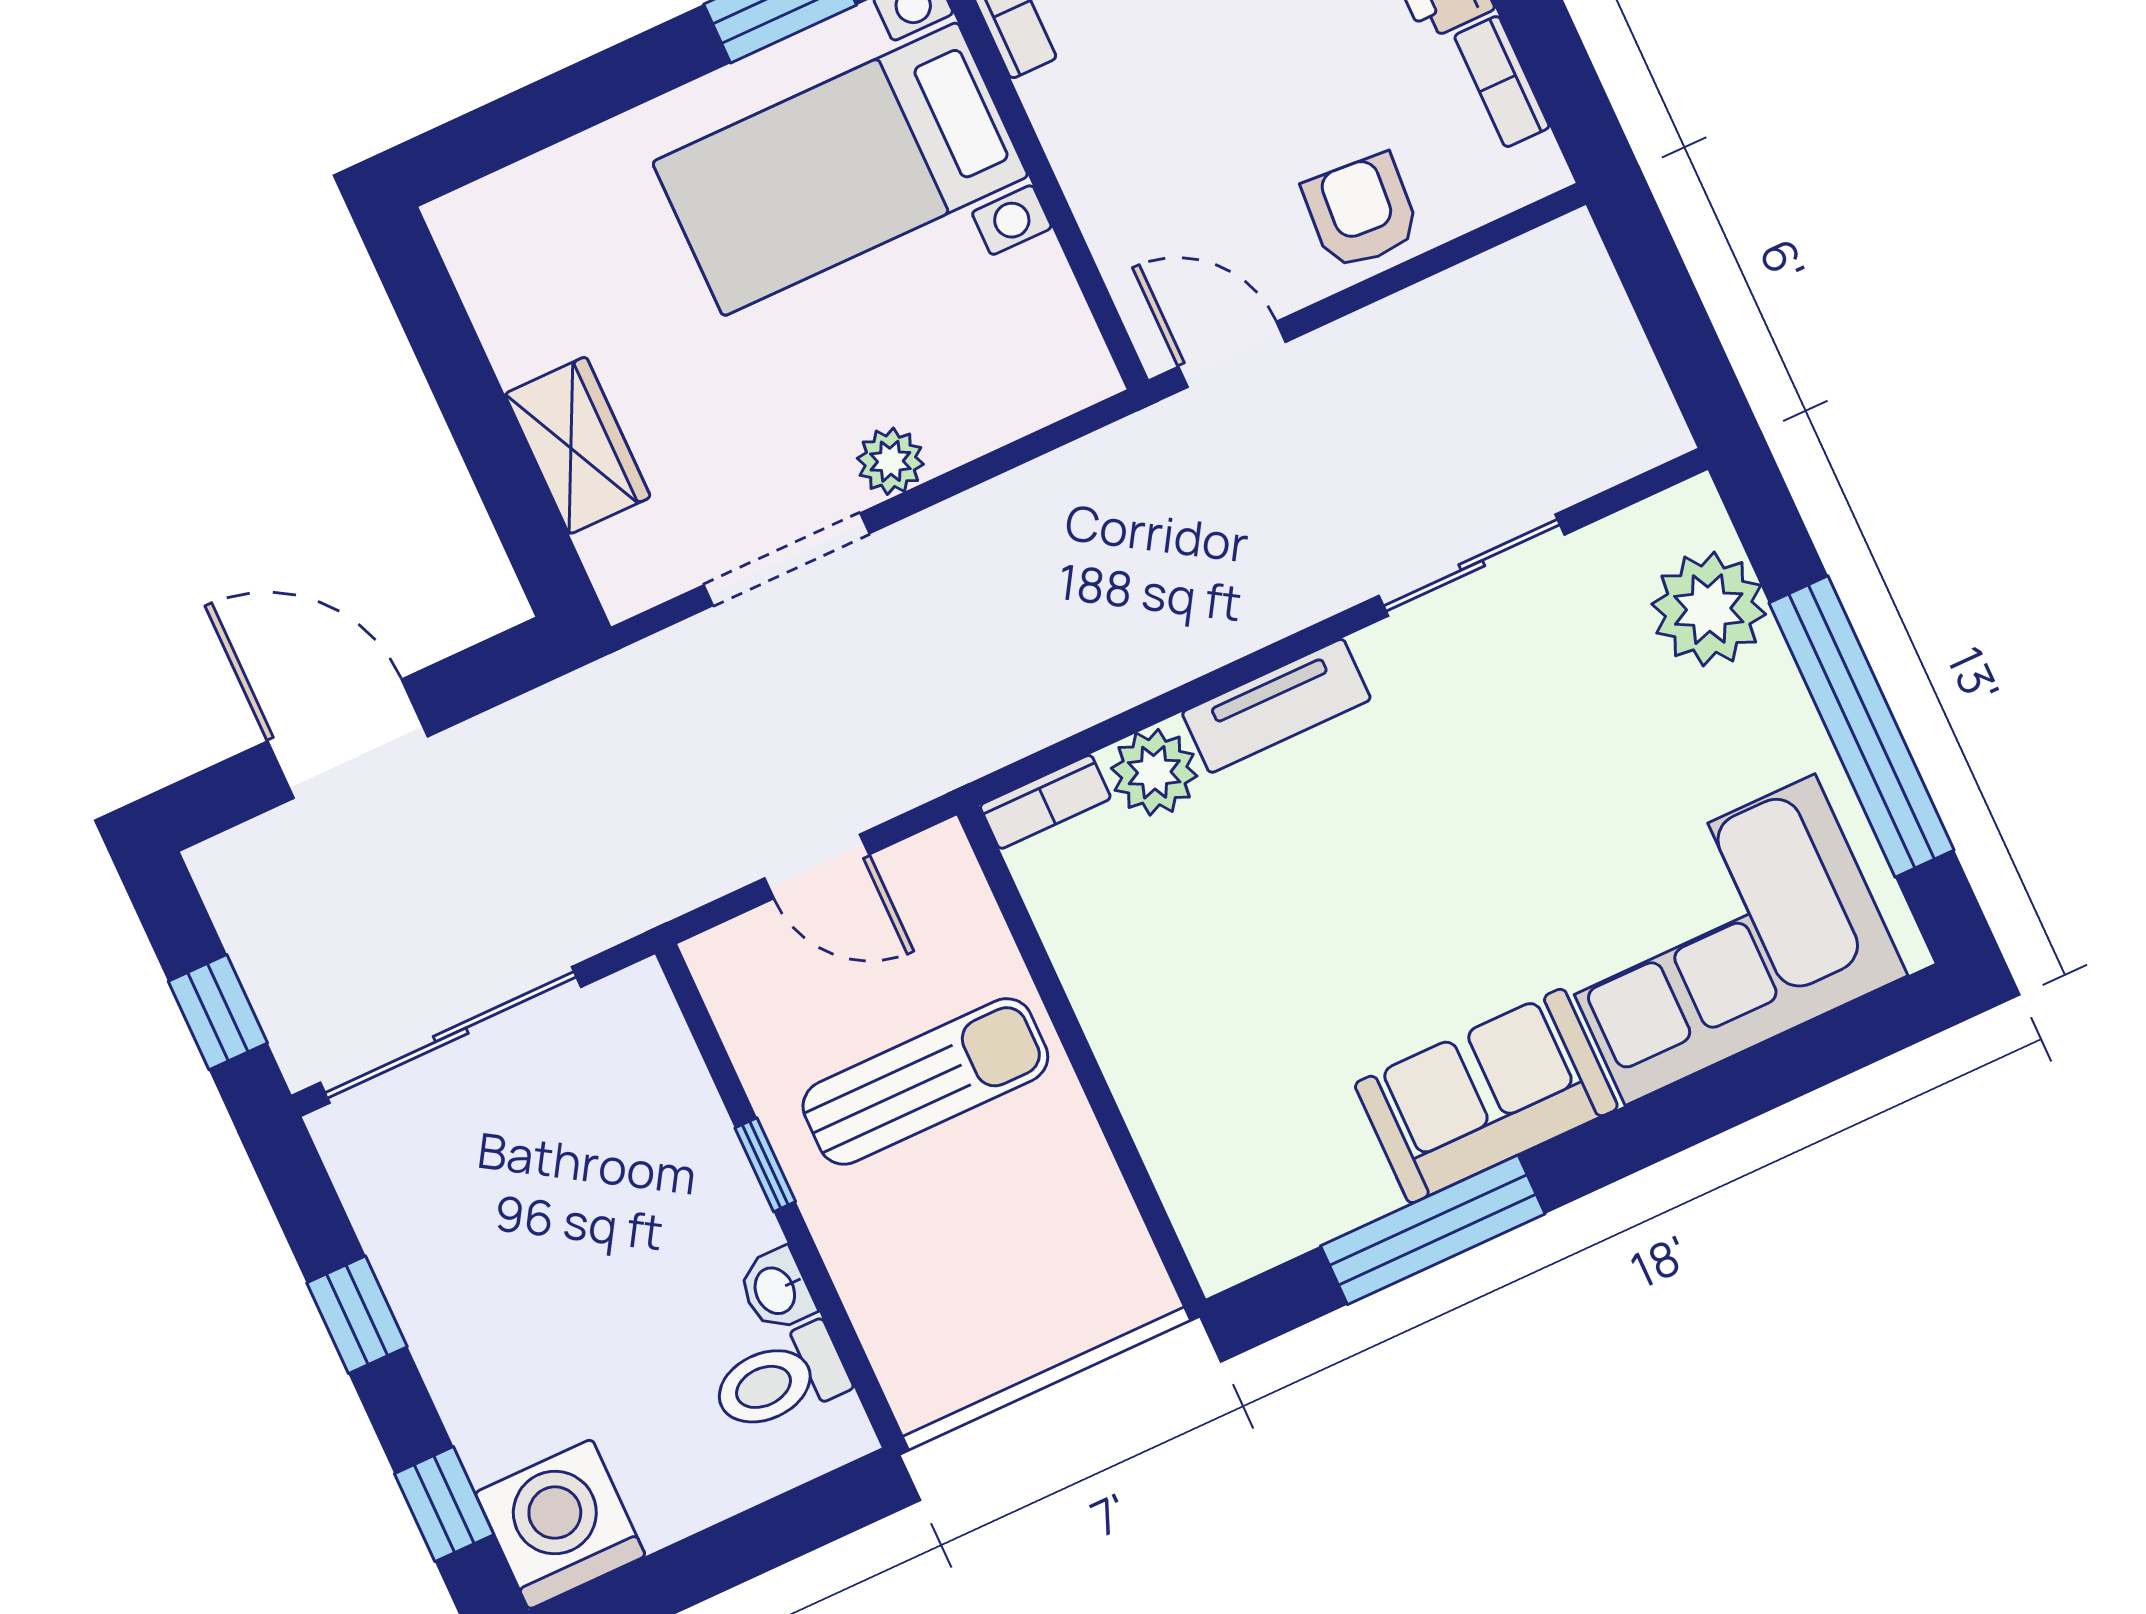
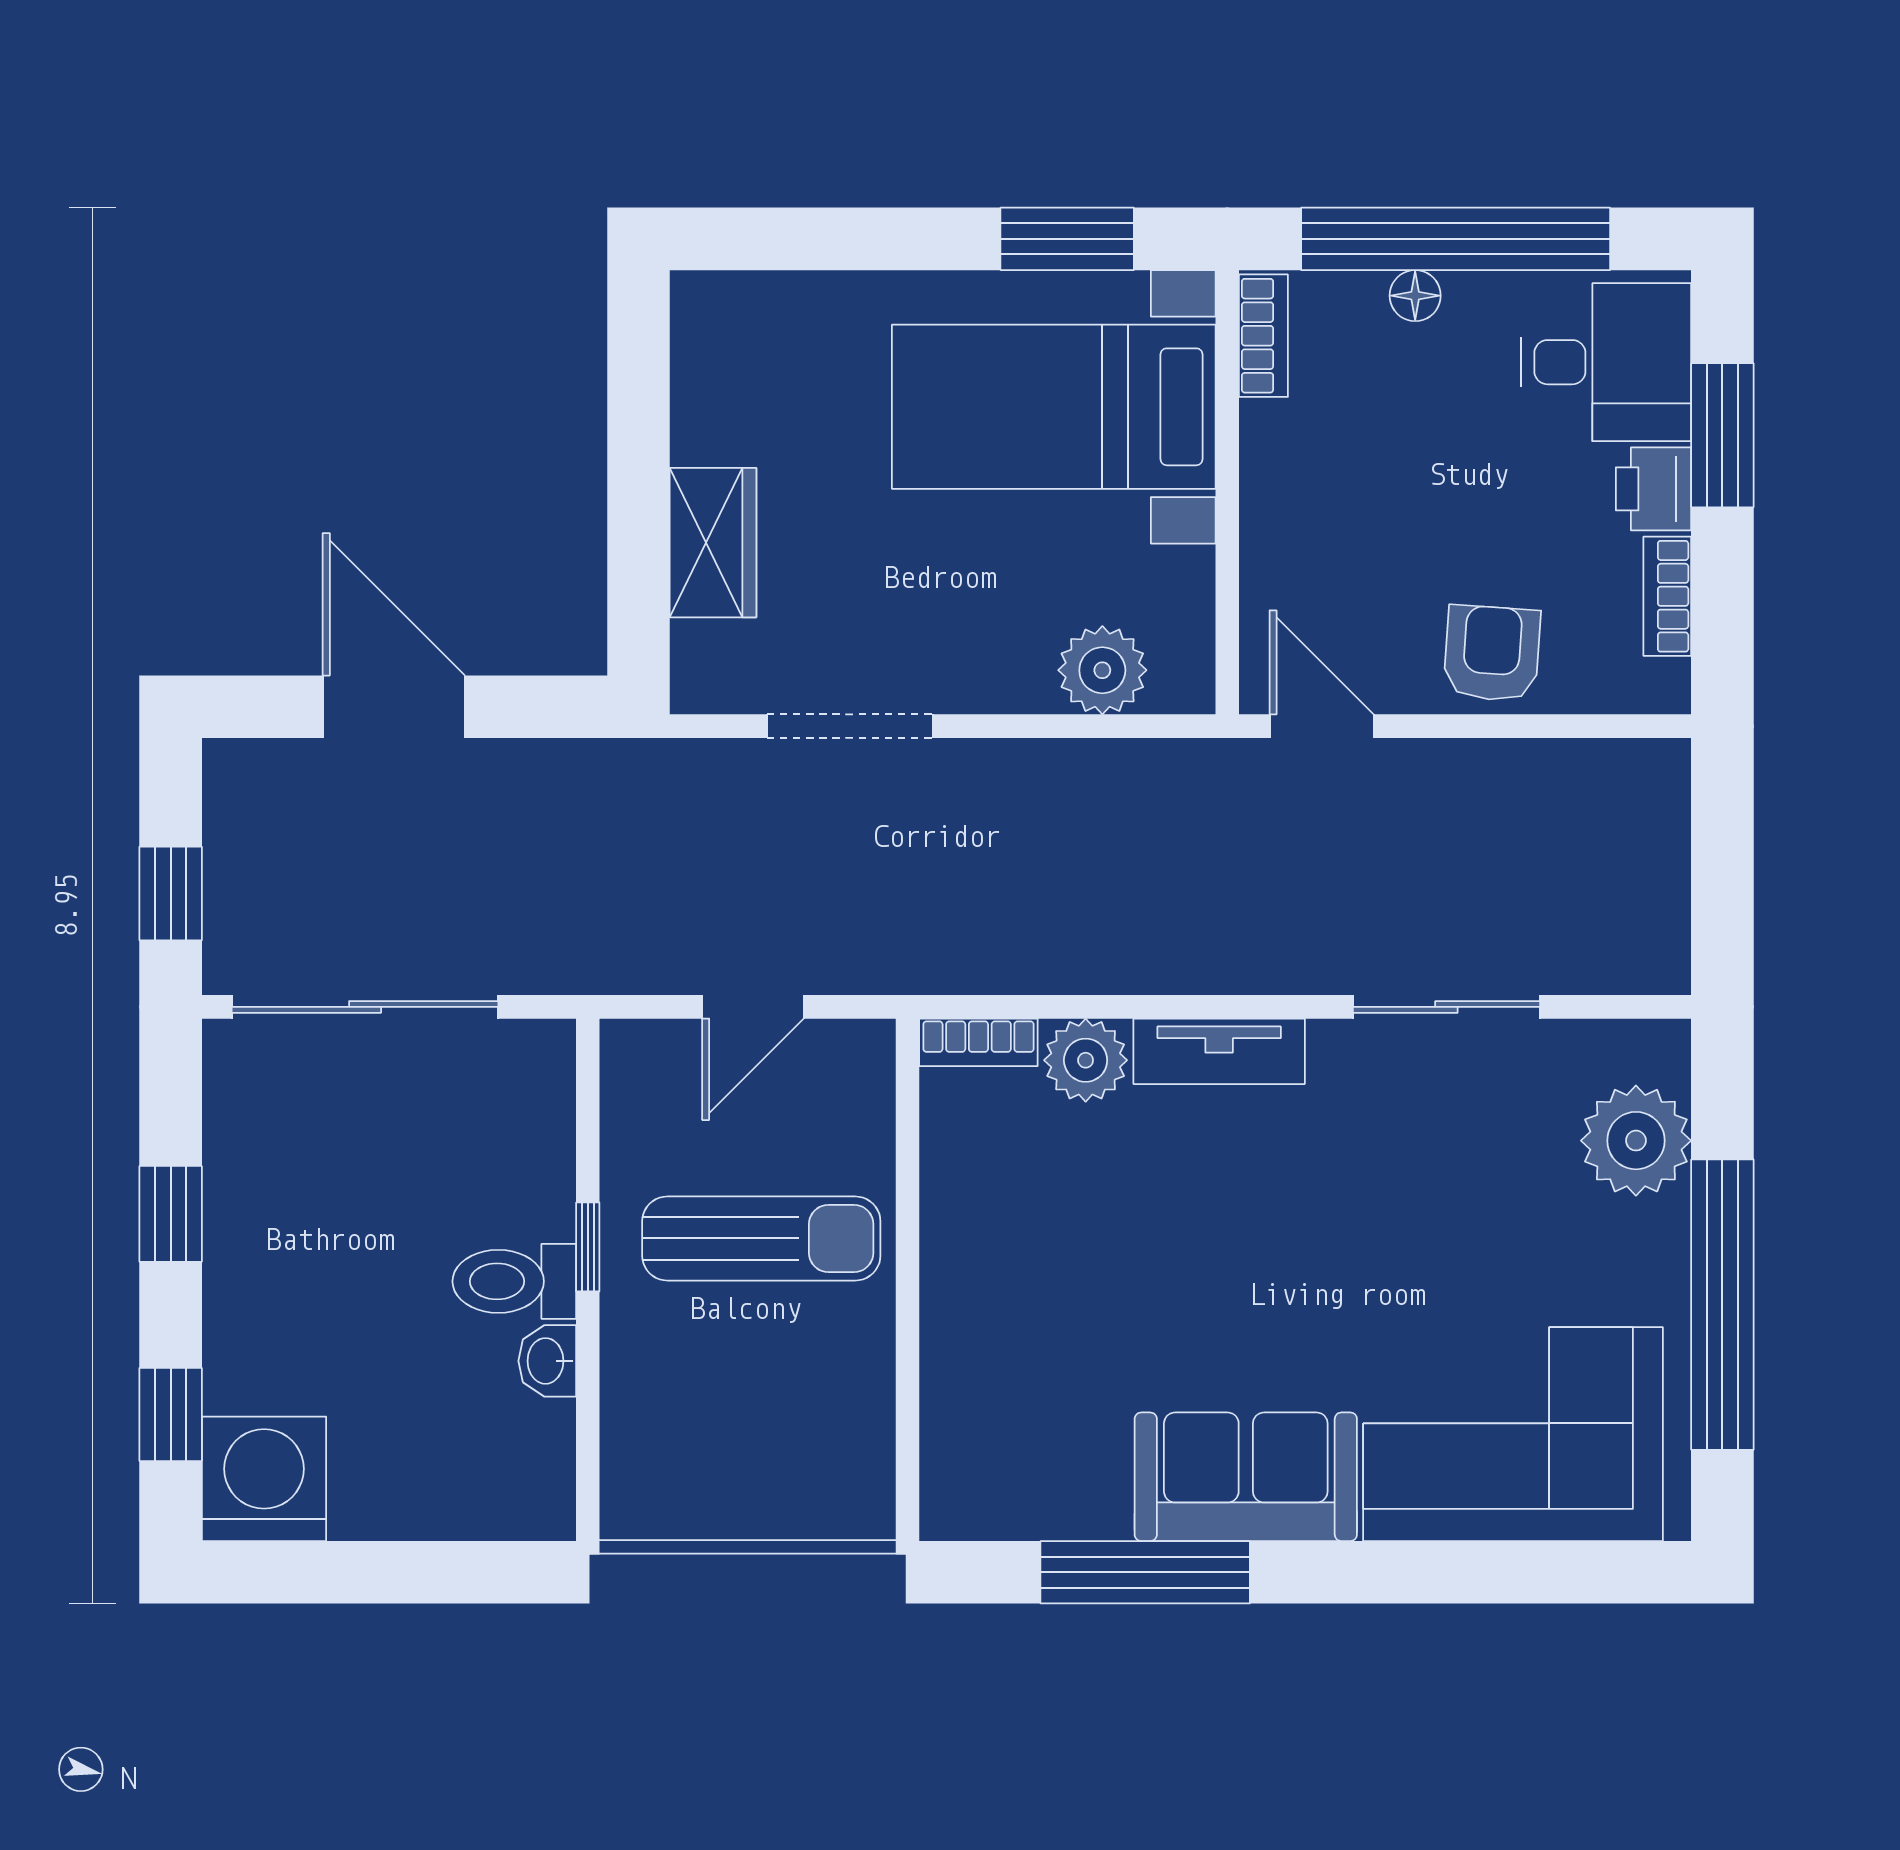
plant: (890, 461) -> (1102, 670), moved, width x1.38, depth x1.38
door: (817, 866) -> (753, 1007), hinge flipped
toilet: (780, 1379) -> (514, 1281), moved

